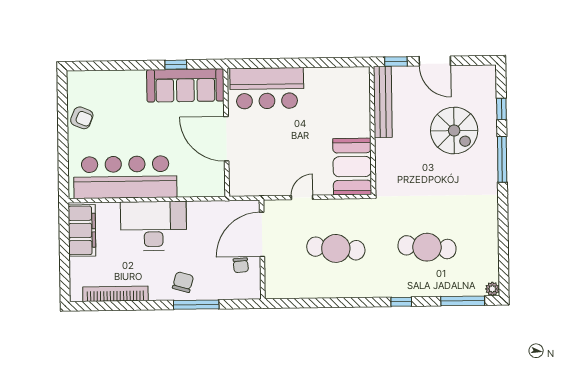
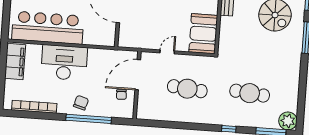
plant: (492, 289) -> (288, 121), width x1.87, depth x1.87
window: (196, 305) -> (89, 119), width x1.46

